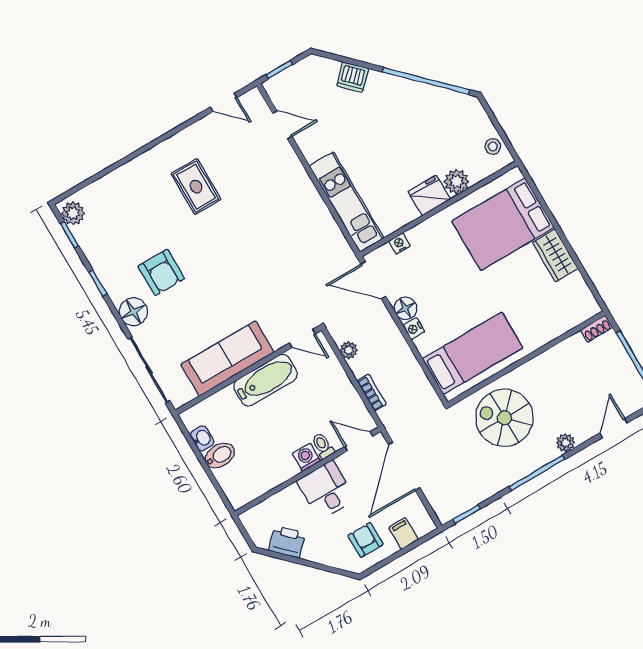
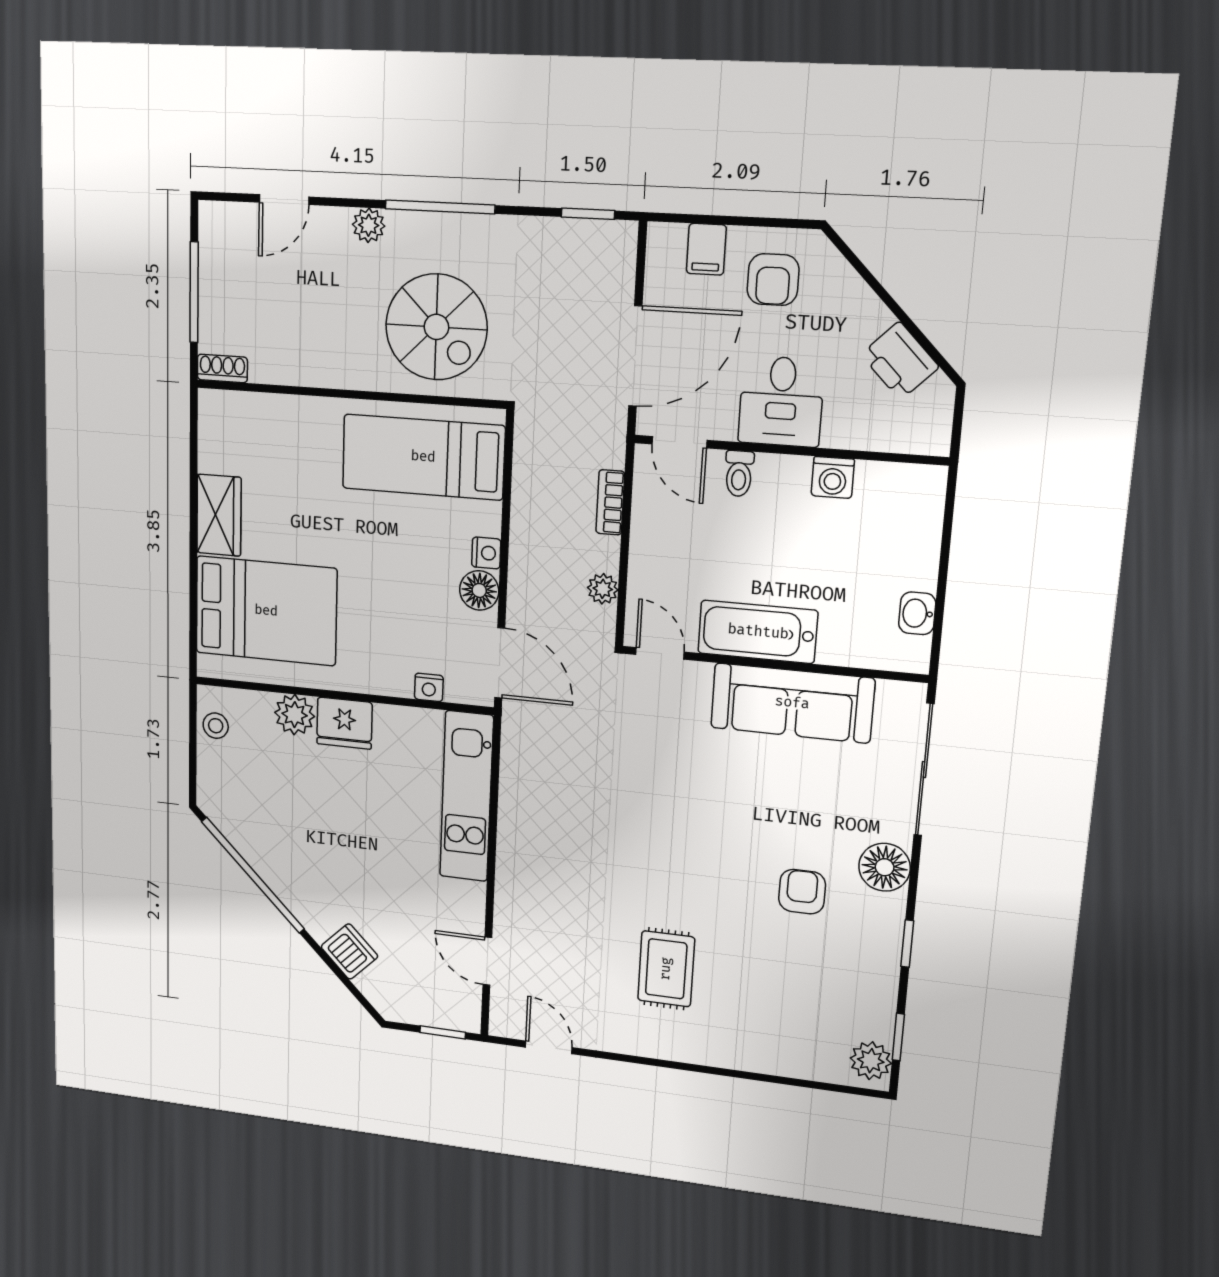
armchair: (161, 272) -> (802, 892), width x0.72, depth x0.72
bidet: (220, 456) -> (909, 568), removed
washing machine: (306, 457) -> (833, 477), moved

